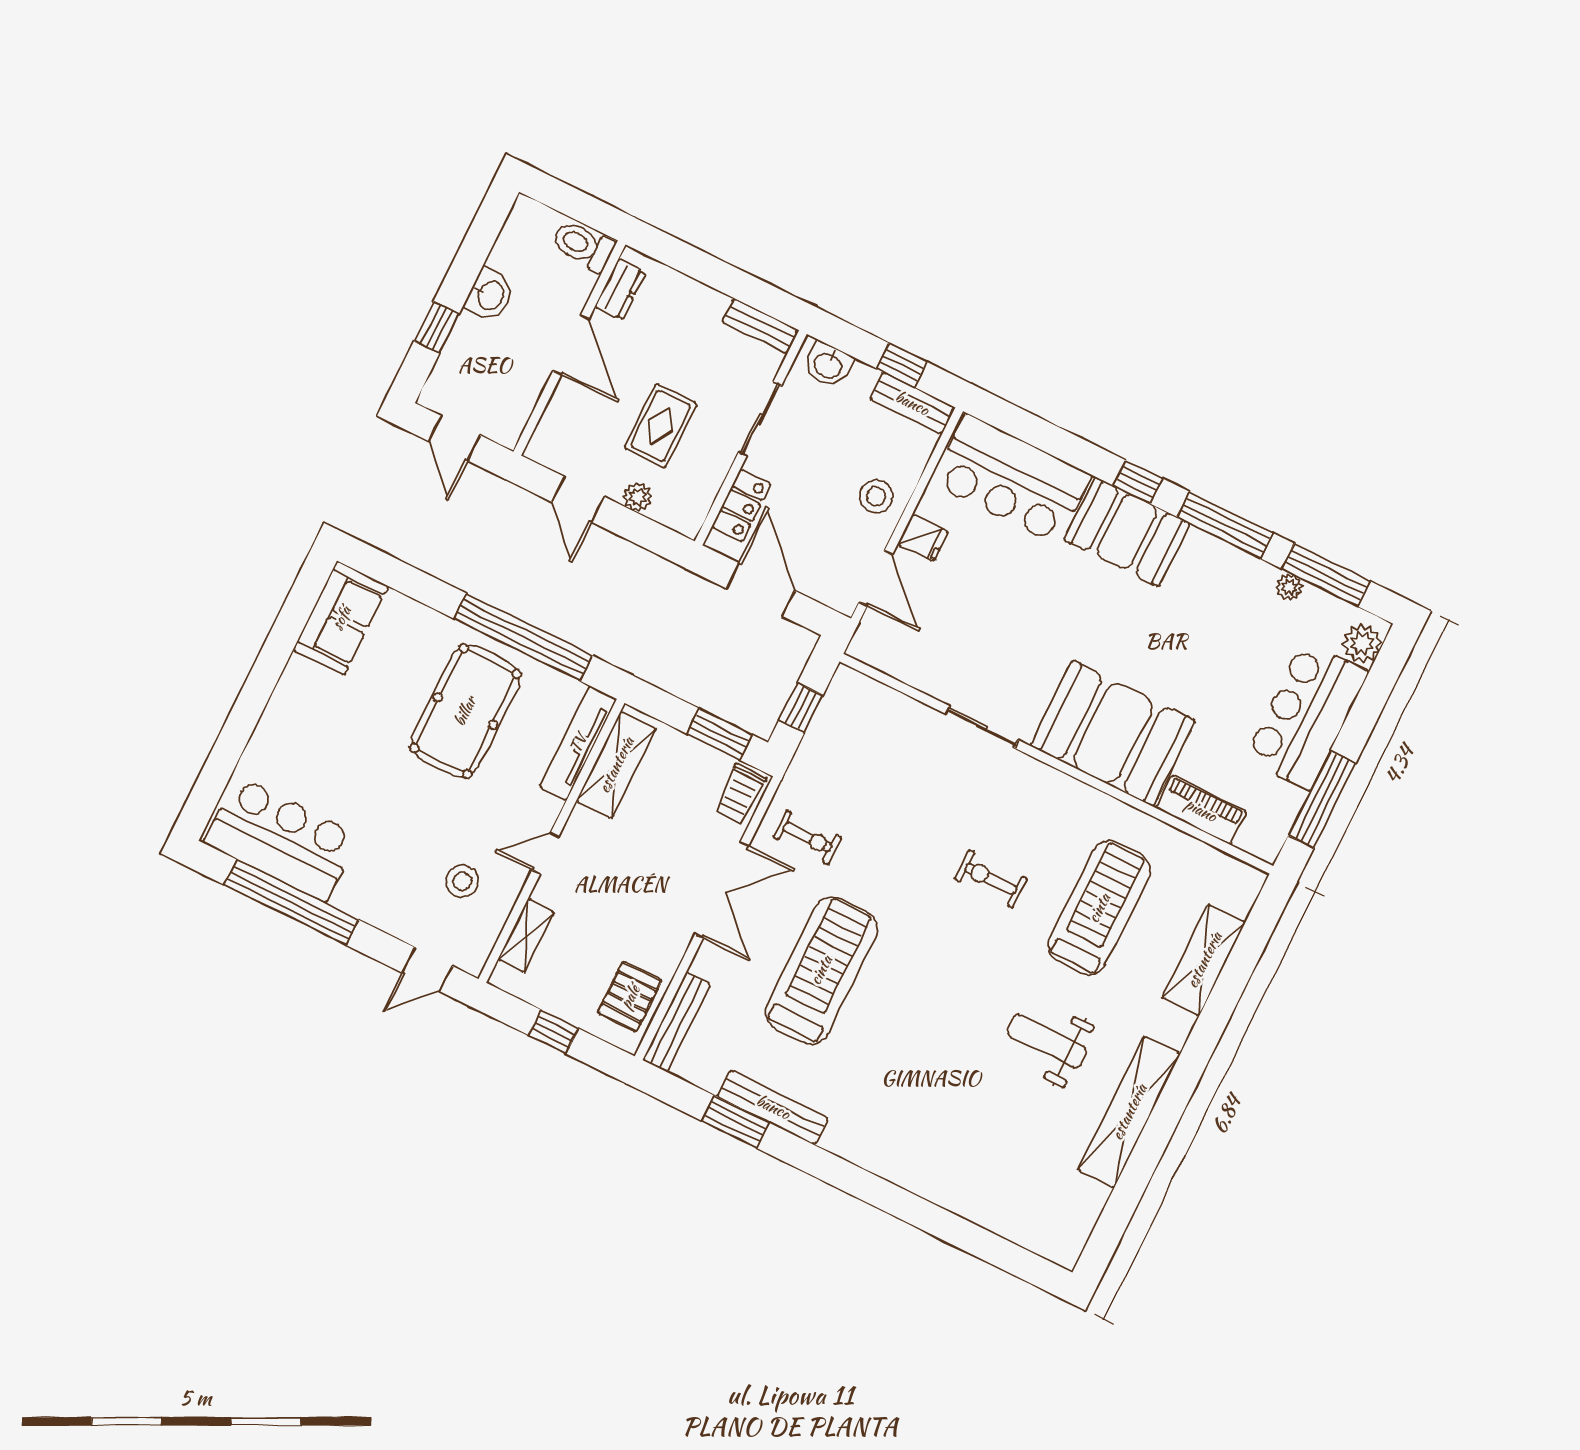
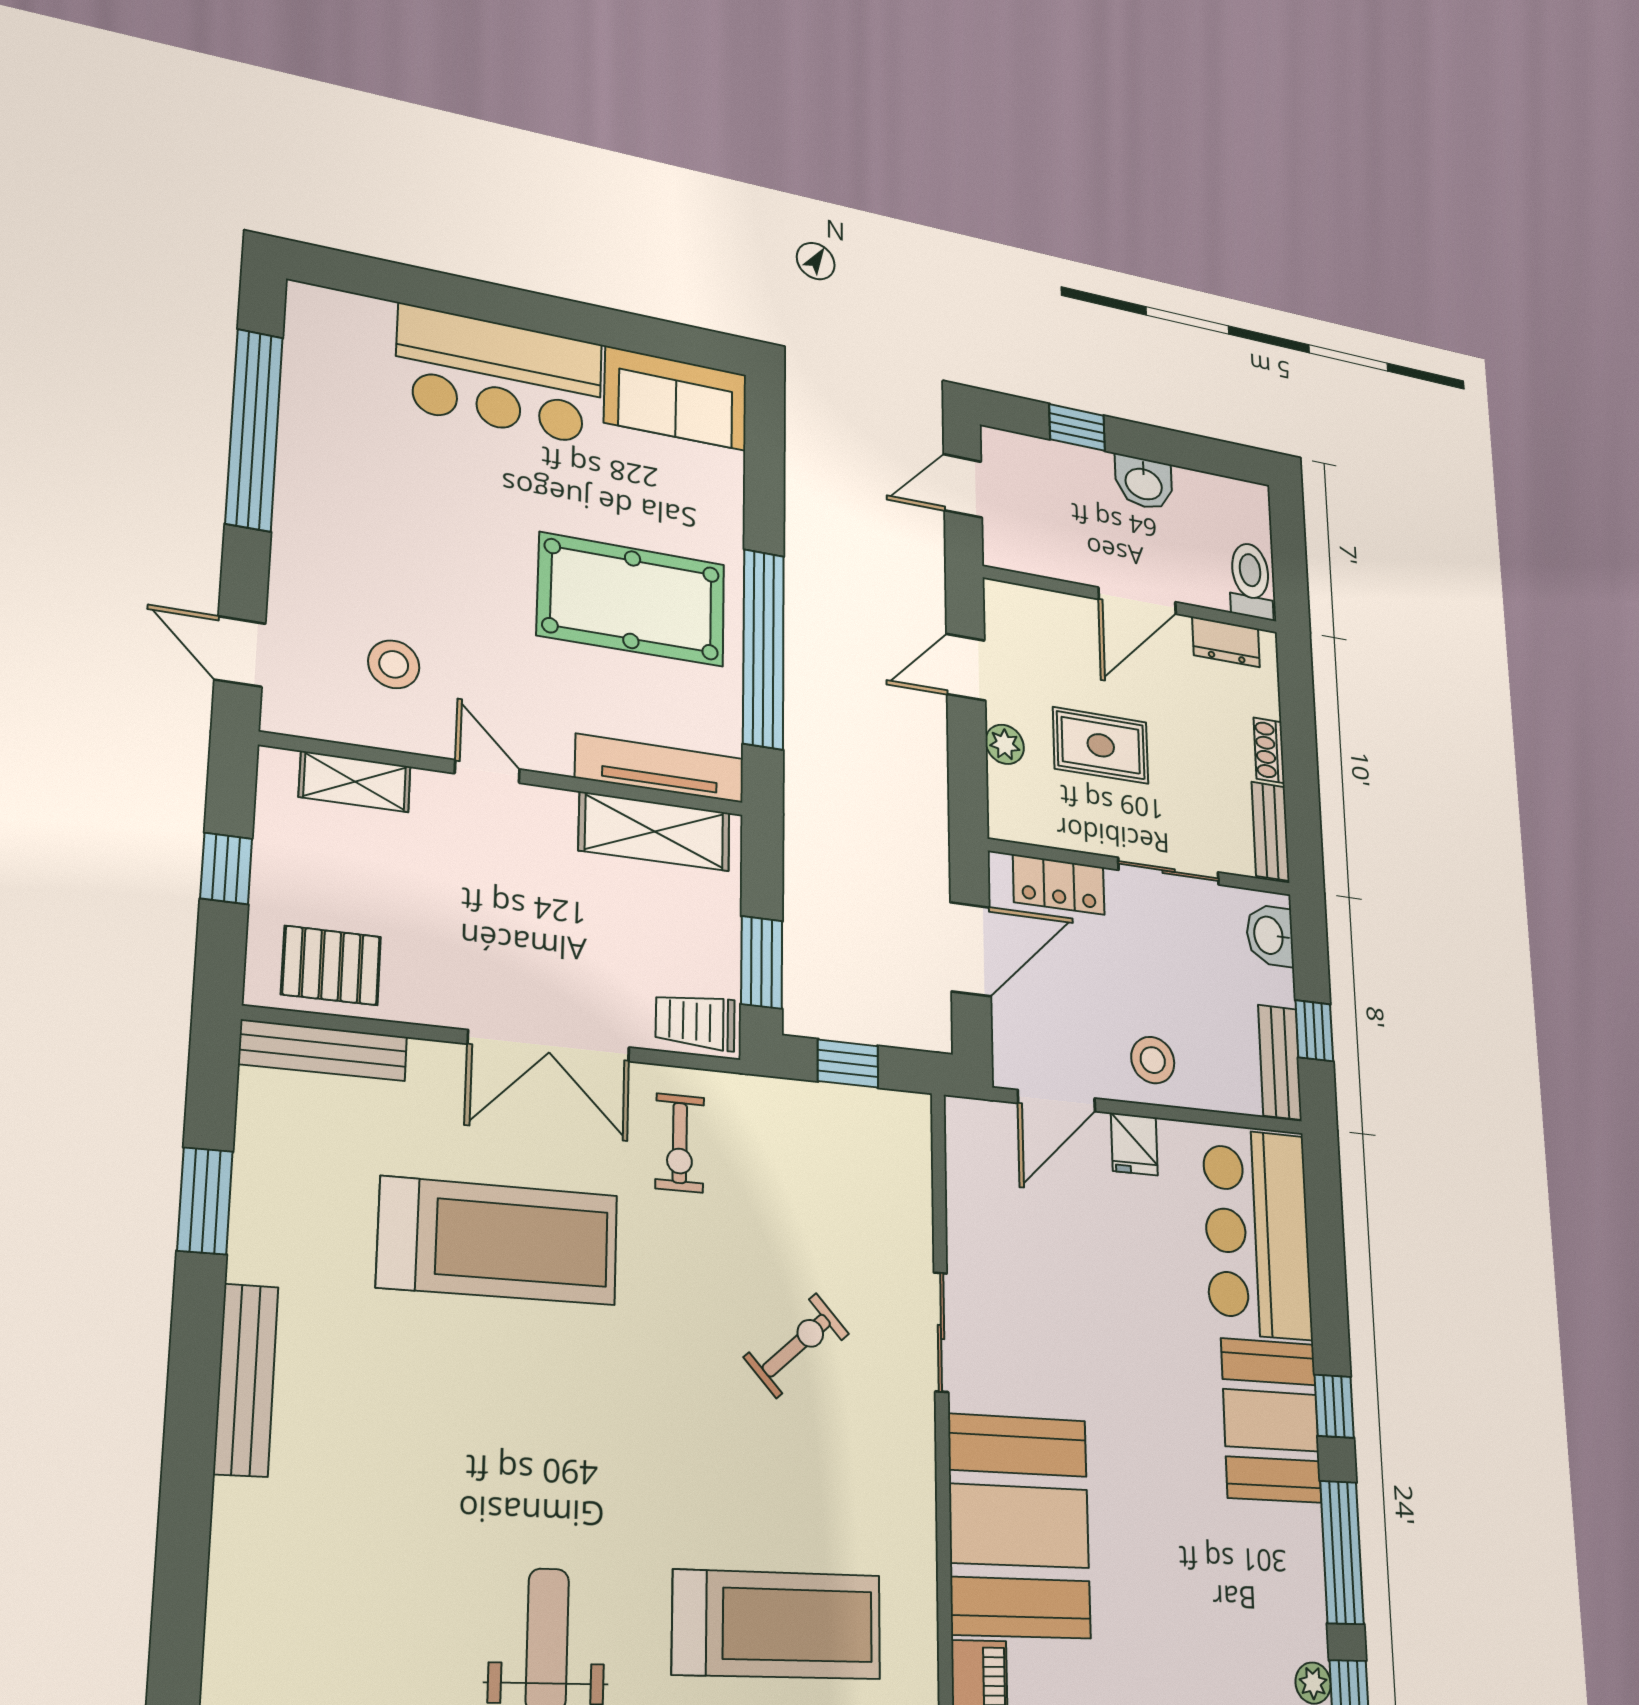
shoe rack: (705, 296) -> (1269, 750), added
bar counter: (281, 839) -> (500, 375), moved, turned 90
exercise bike: (991, 879) -> (796, 1345), moved, turned 48
bench: (773, 1107) -> (246, 1380), moved

